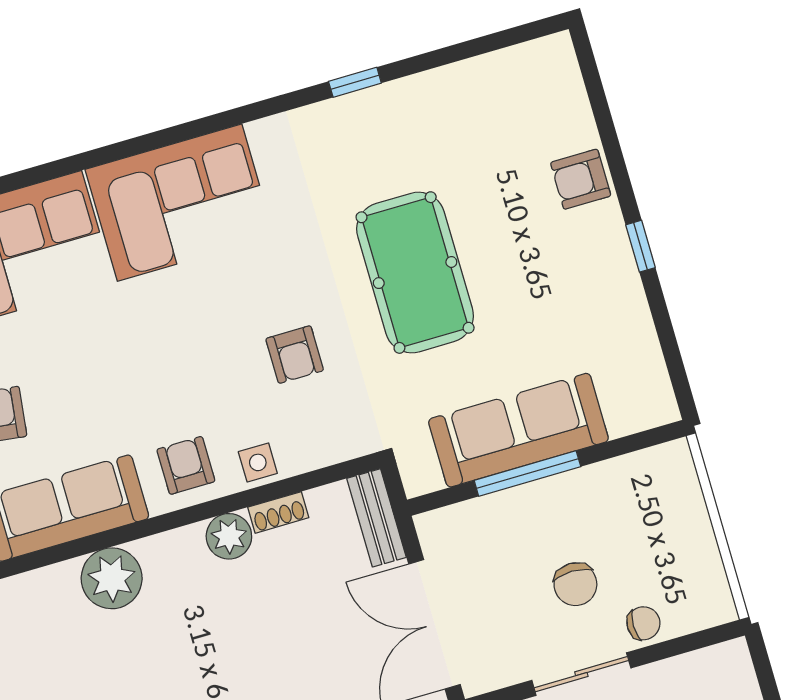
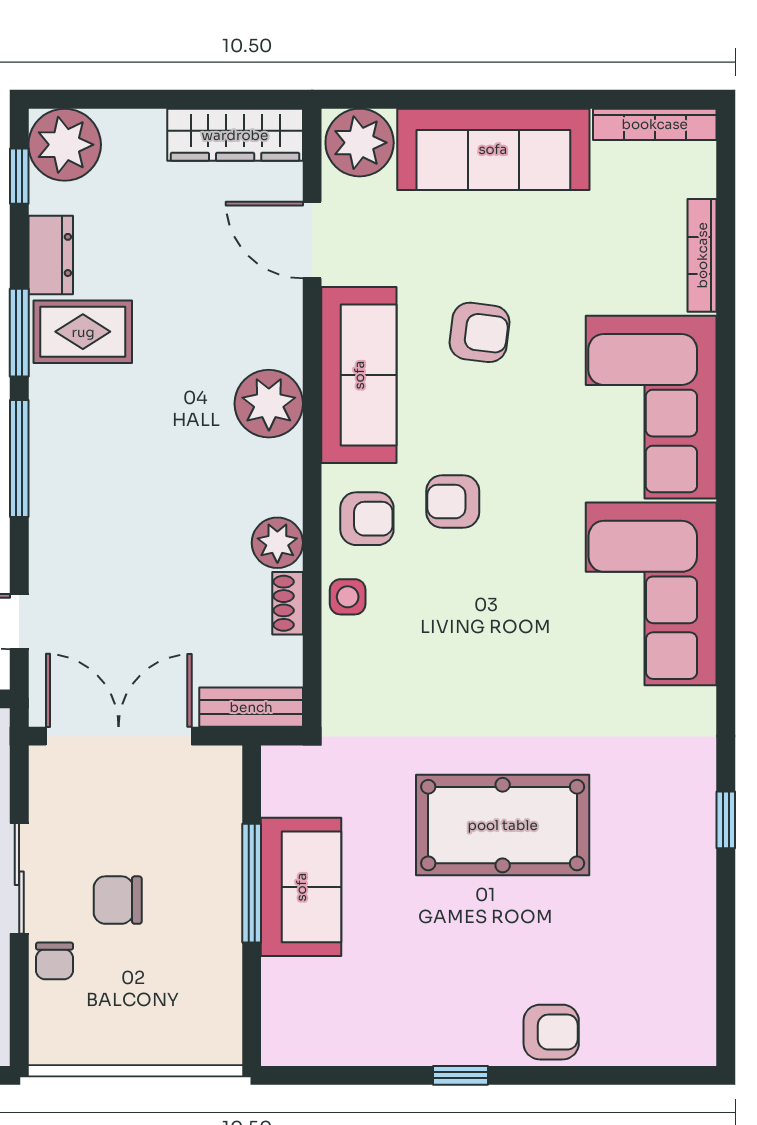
armchair: (581, 179) -> (551, 1032), turned 90
armchair: (295, 355) -> (453, 502), moved
sofa: (518, 430) -> (301, 887), width x0.73

